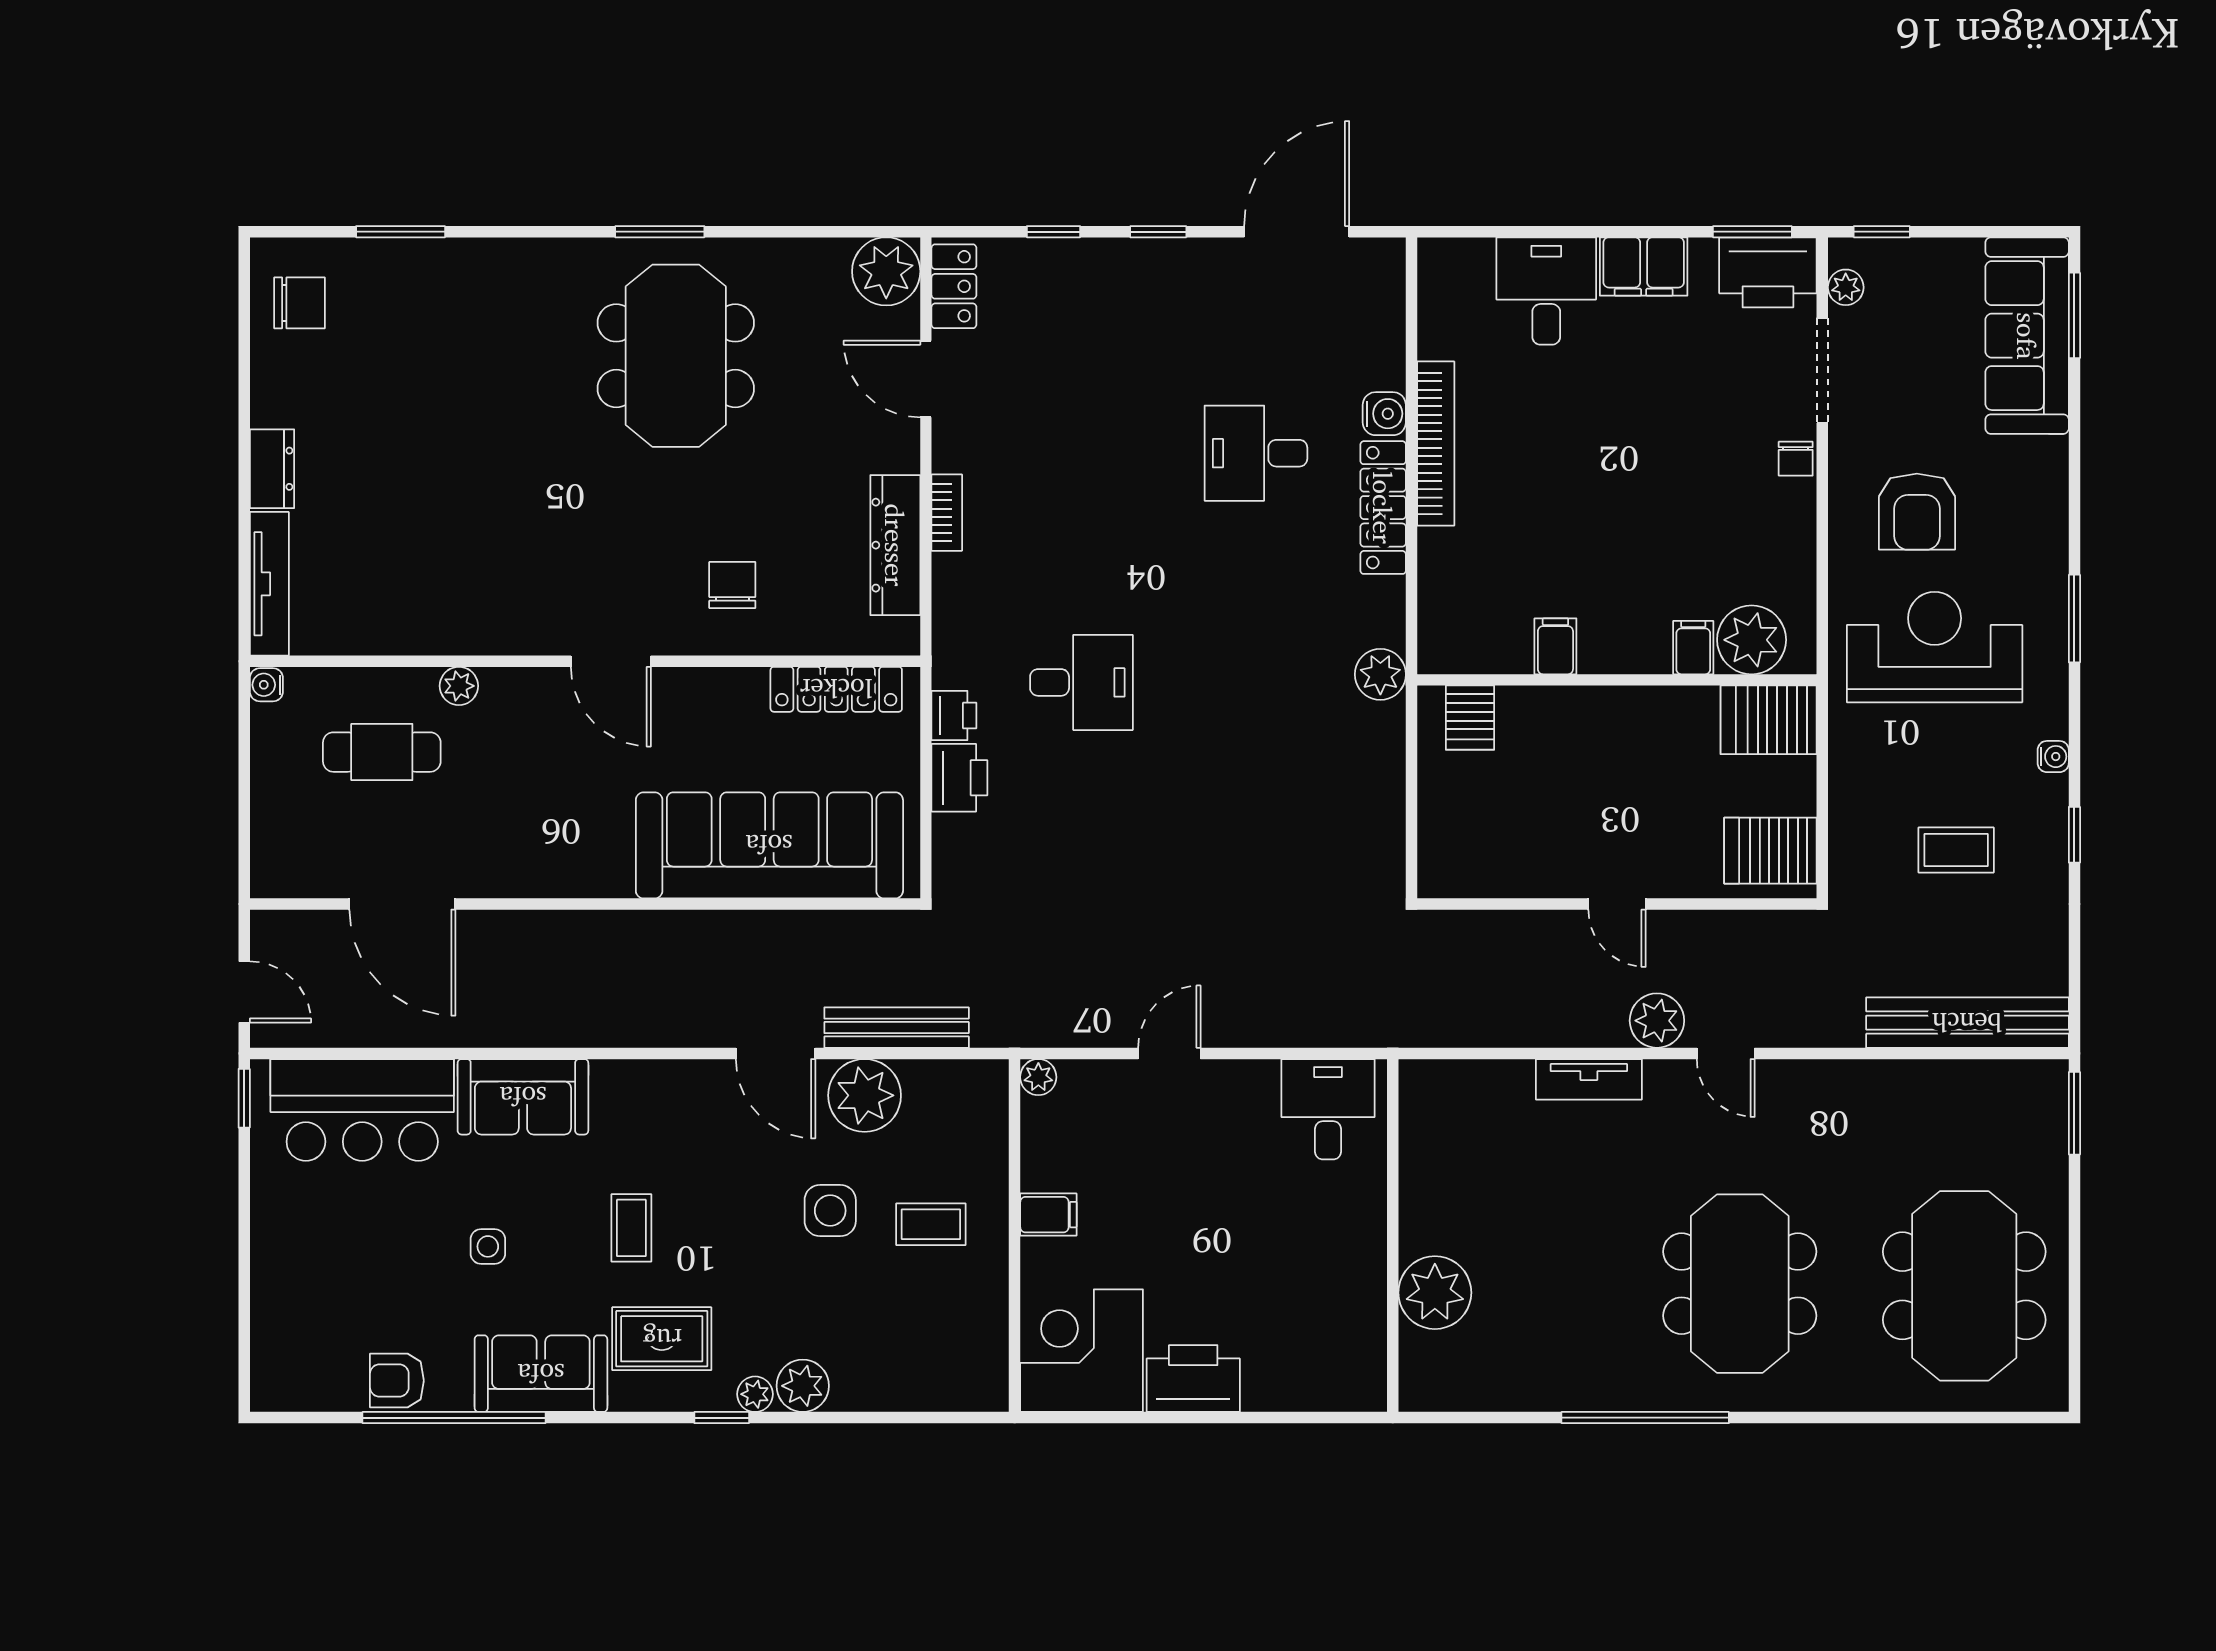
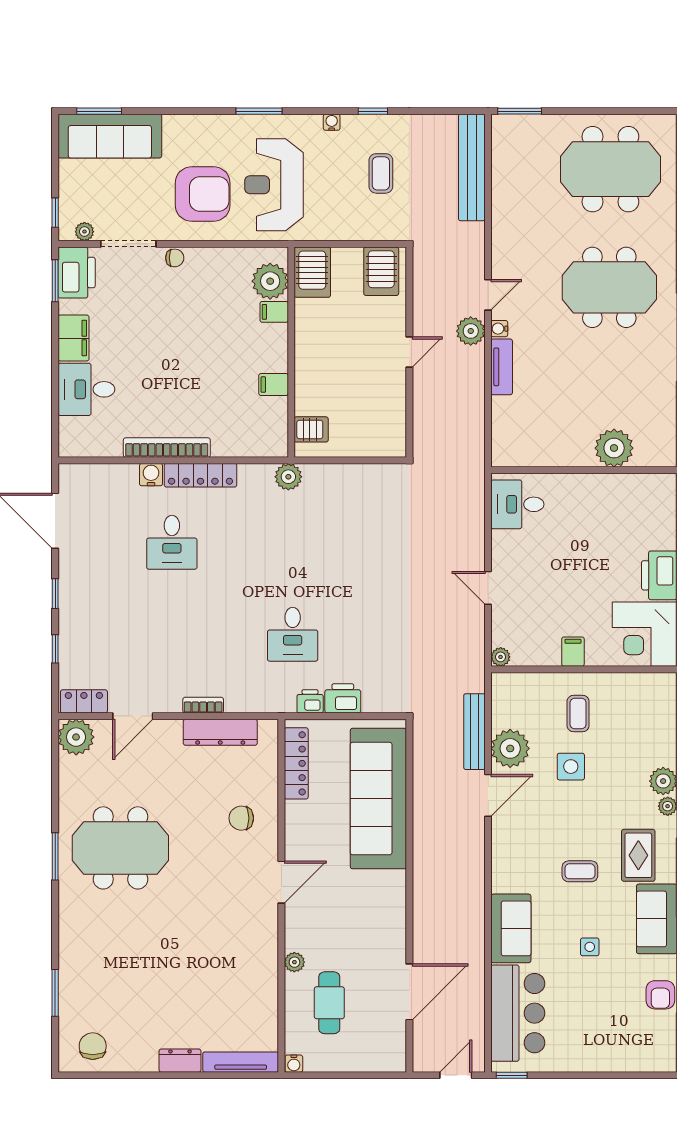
armchair: (1917, 512) -> (203, 194), width x1.36, depth x1.36
desk: (1081, 682) -> (293, 634), turned 180
water cooler: (1661, 1075) -> (499, 329), added

